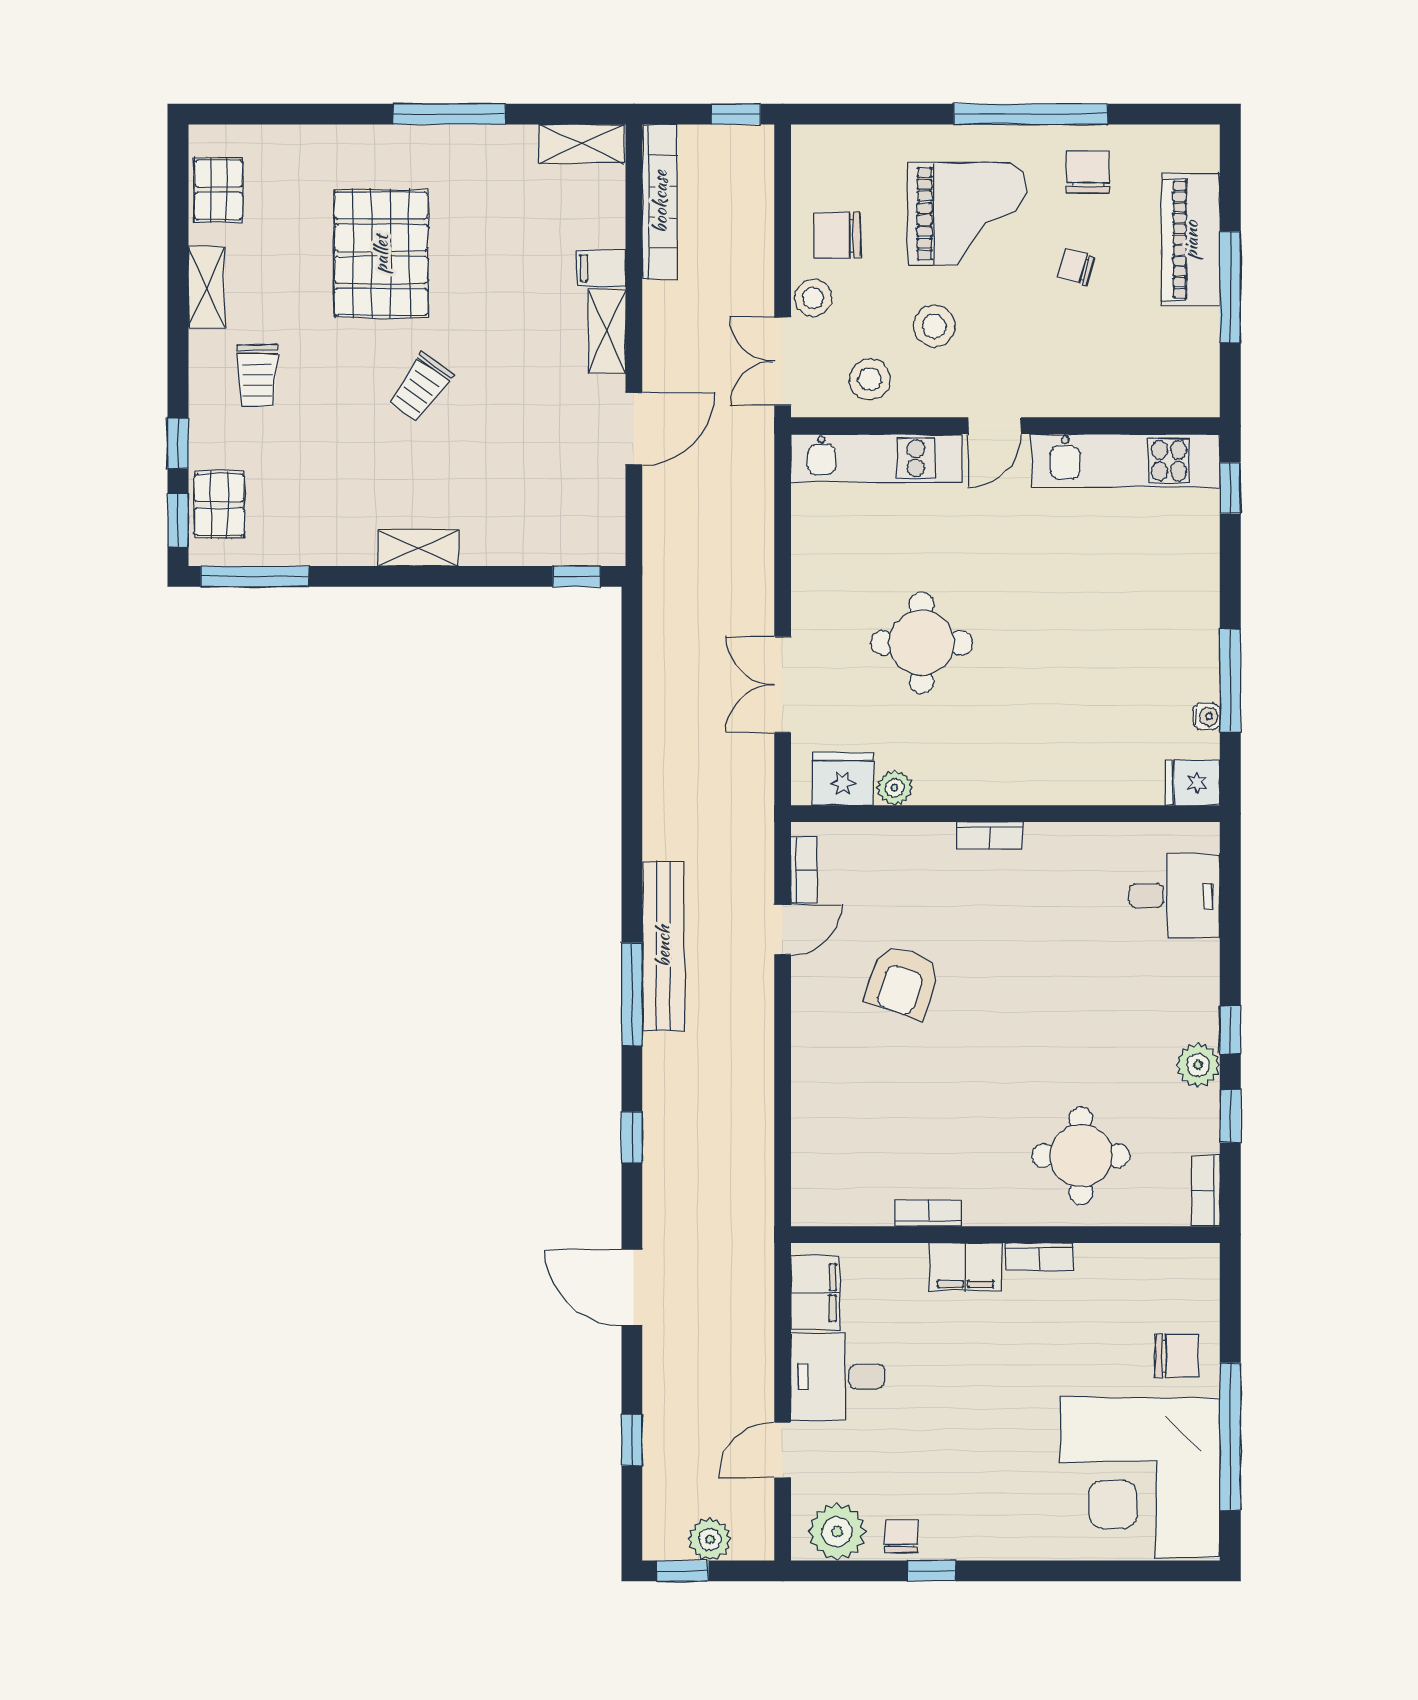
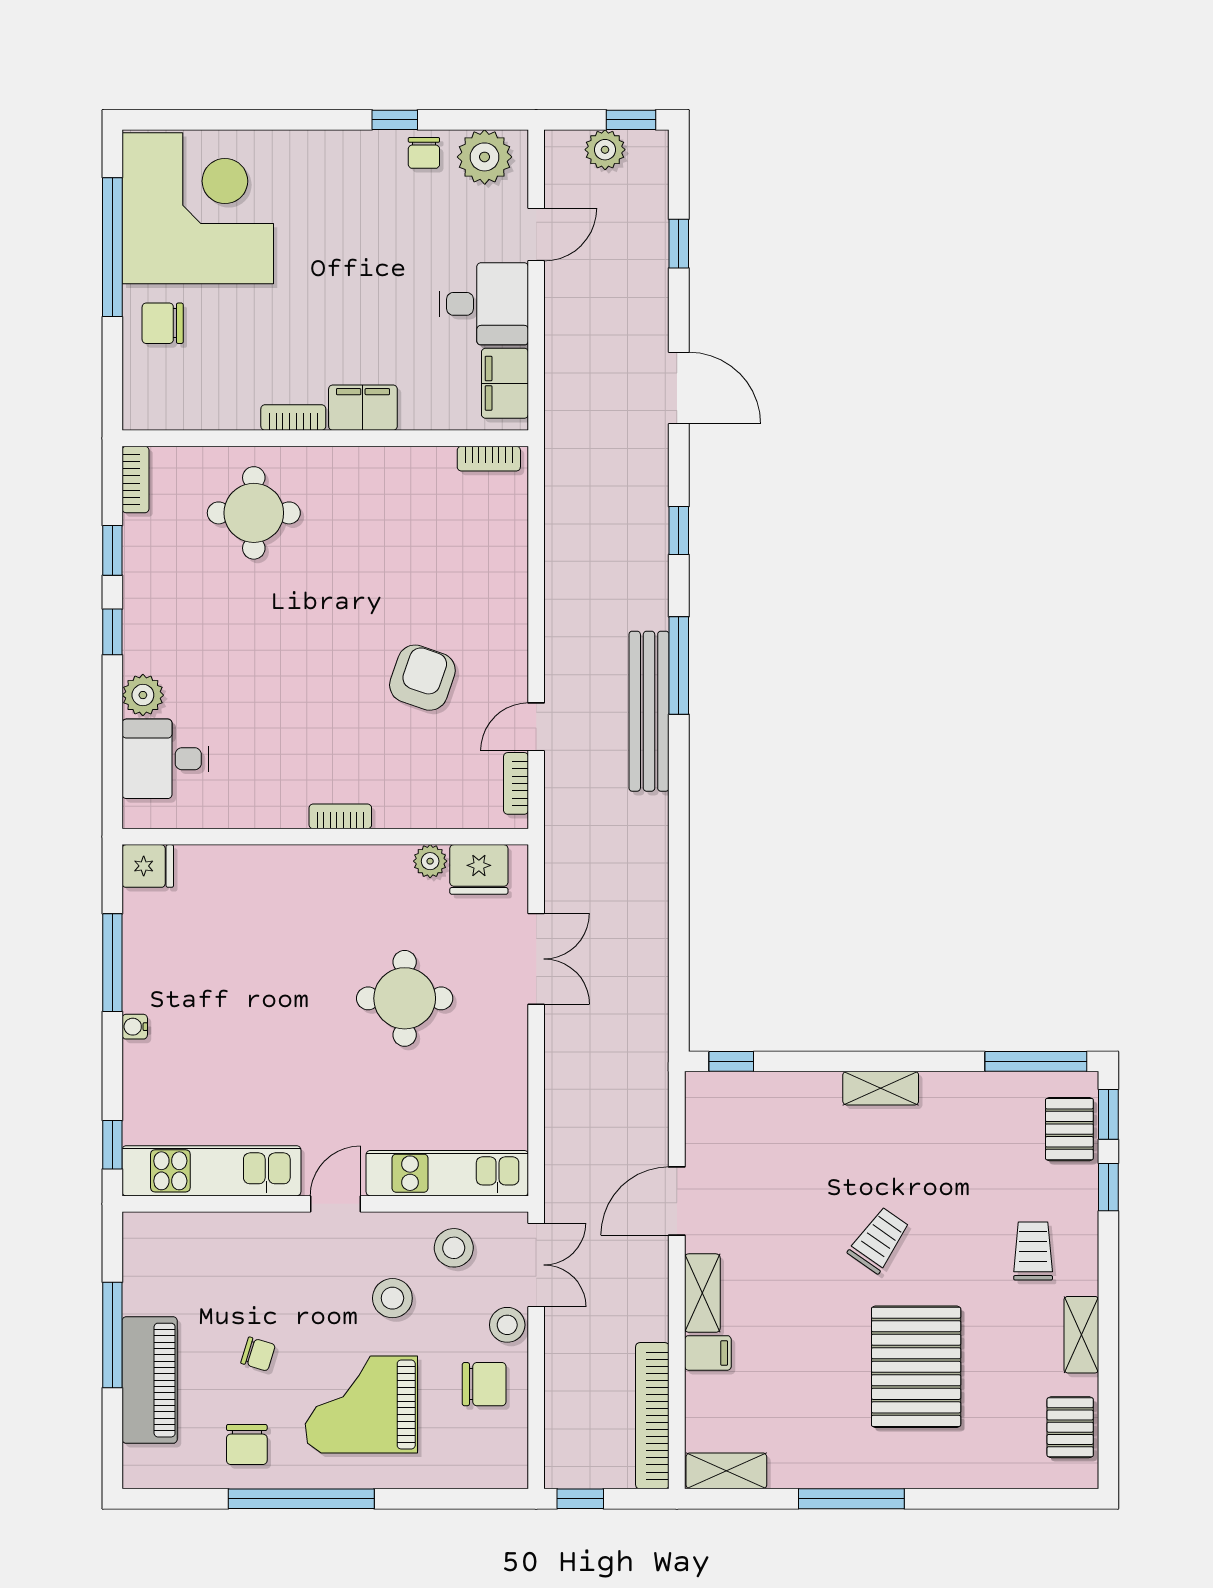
water cooler: (1207, 716) -> (135, 1027), moved
plant: (1198, 1065) -> (143, 695), moved
bookcase: (929, 1213) -> (489, 459), moved

